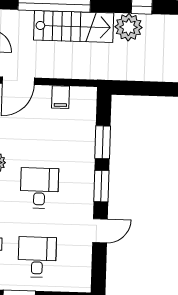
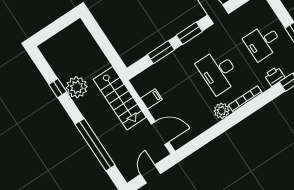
stairs: (74, 26) -> (120, 98), moved, turned 180
desk: (39, 188) -> (218, 72), width x1.37

